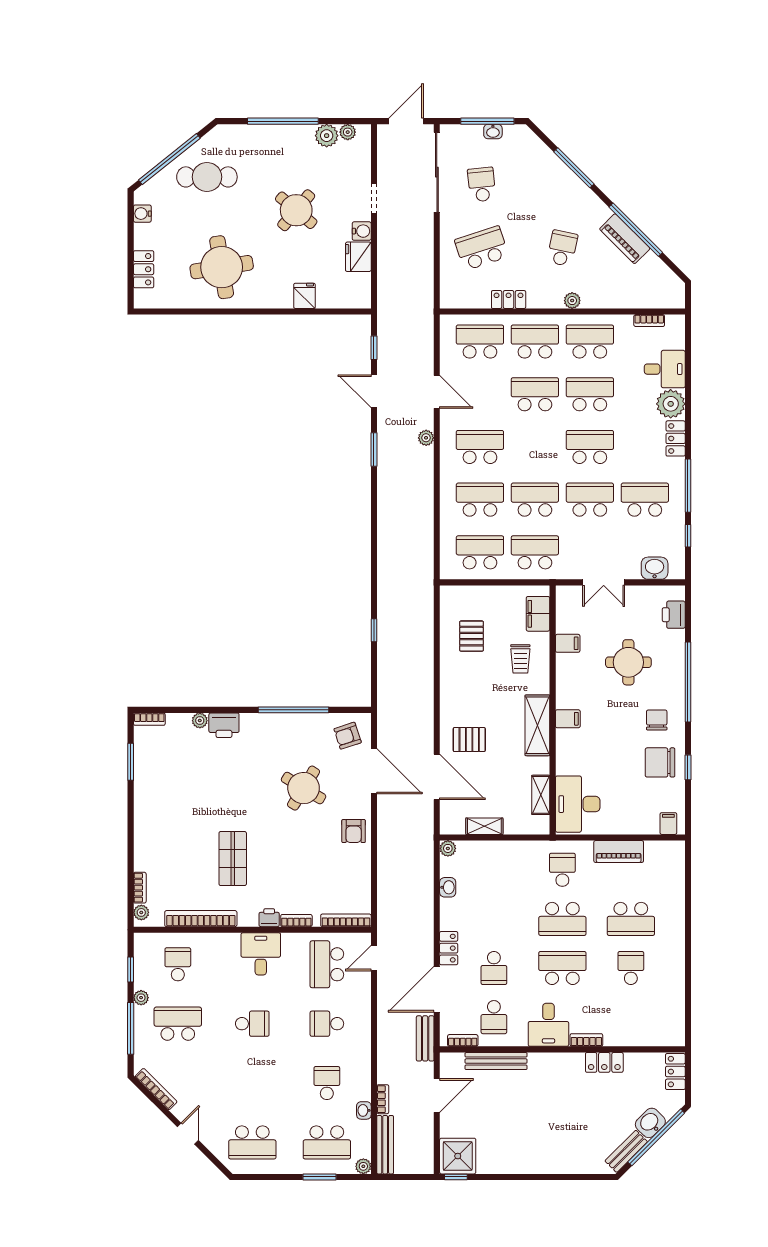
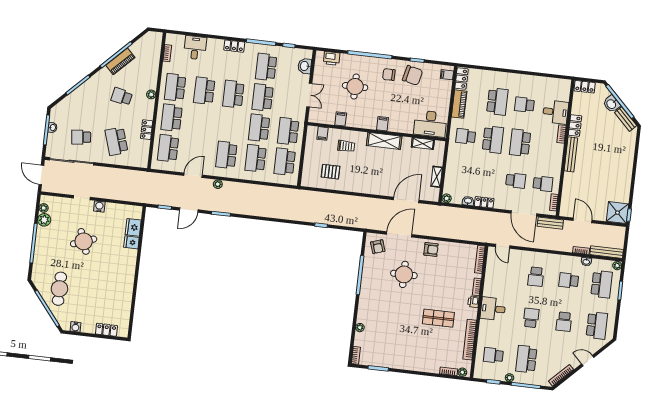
round table: (296, 210) -> (84, 241), turned 30
fridge: (358, 257) -> (133, 227), moved, turned 90
round table: (222, 267) -> (110, 286), removed
school desk: (535, 394) -> (201, 121), removed
plant: (671, 404) -> (215, 47), removed
filing cabinet: (538, 614) -> (322, 133), width x0.50
printer: (224, 725) -> (364, 314), removed
pallet: (469, 740) -> (388, 180), removed
chair: (660, 762) -> (413, 75), turned -77
round table: (304, 788) -> (404, 274), turned -31
locker: (665, 850) -> (462, 78), added
locker: (449, 948) -> (484, 202), moved
school desk: (327, 964) -> (564, 322), moved, width x0.54
desk: (548, 1025) -> (556, 112), moved
bench: (496, 1061) -> (571, 154), moved

